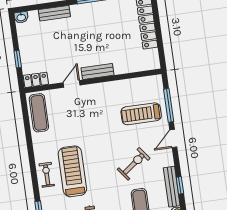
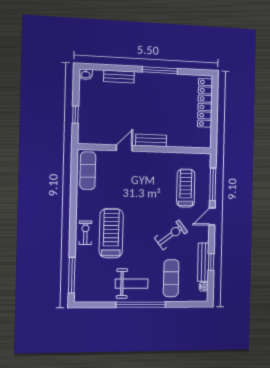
locker: (36, 80) -> (90, 138), removed
treadmill: (141, 114) -> (186, 188), turned 90

